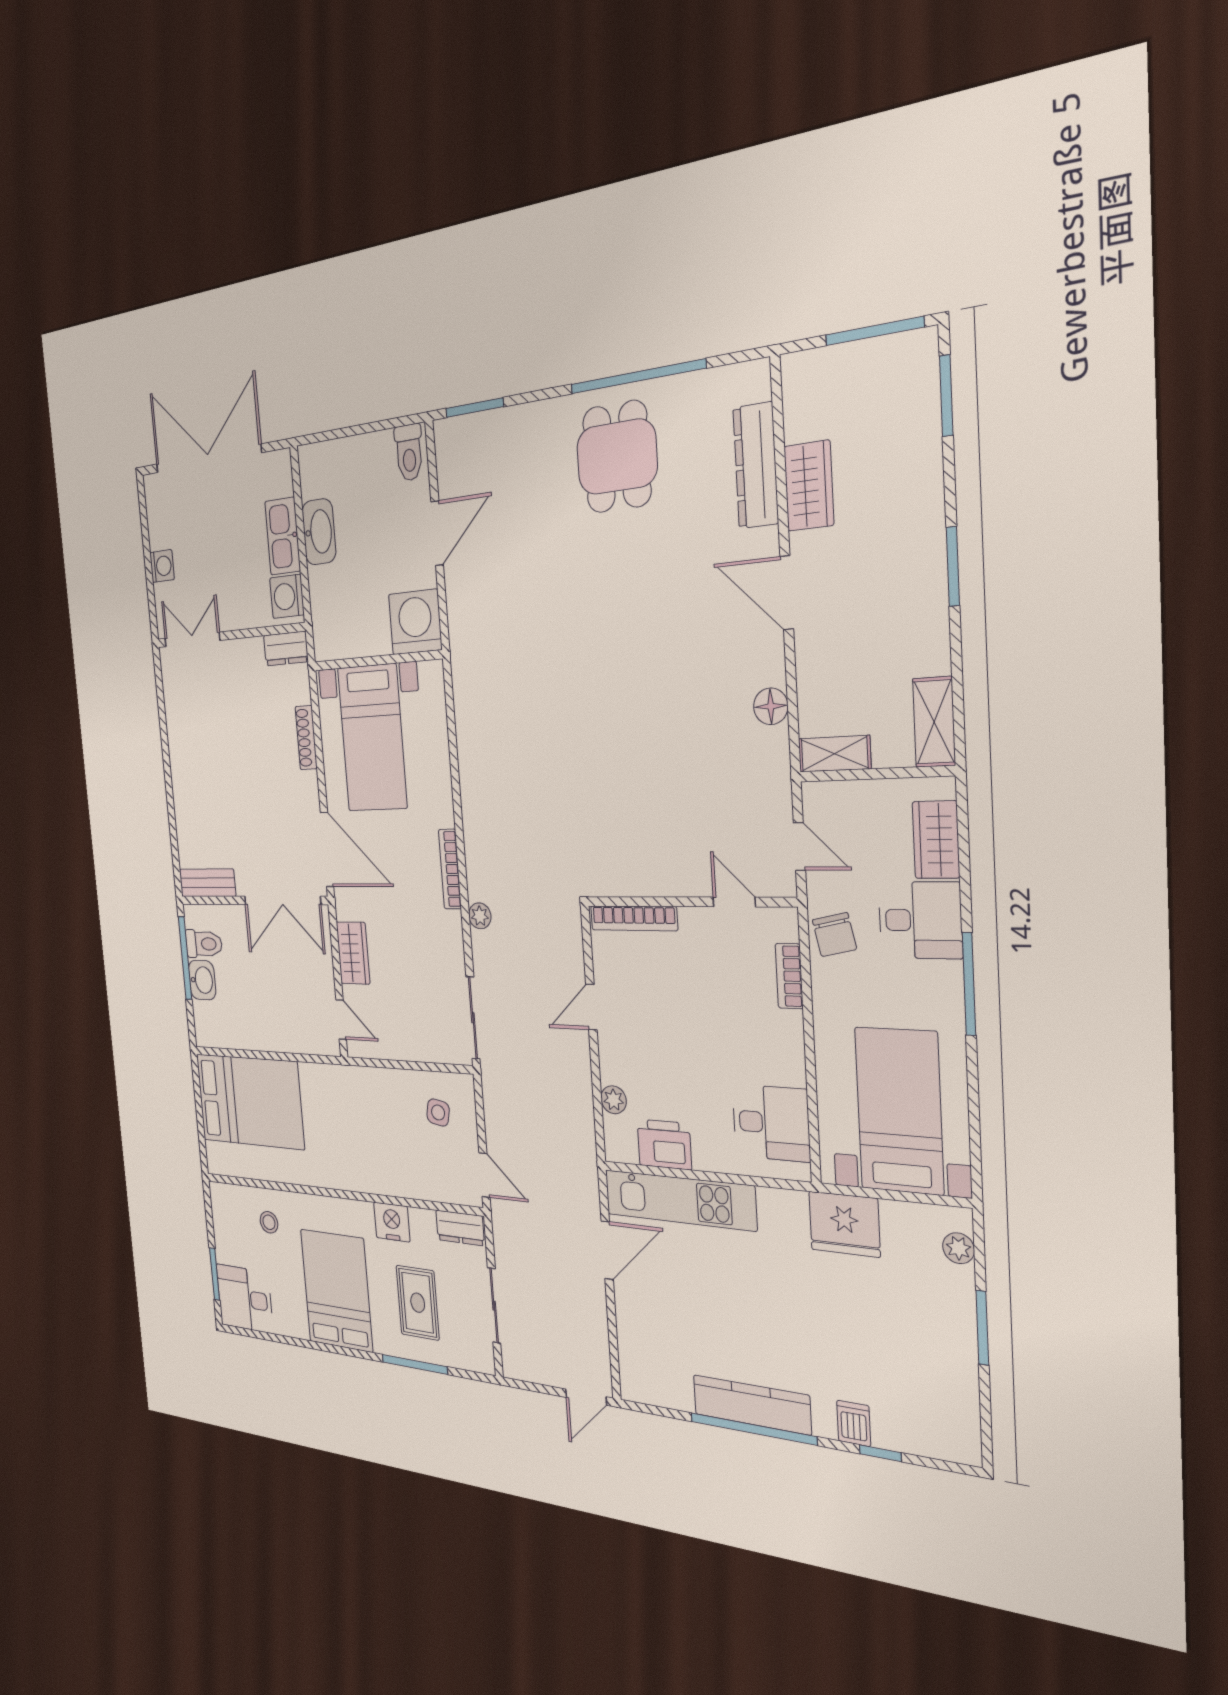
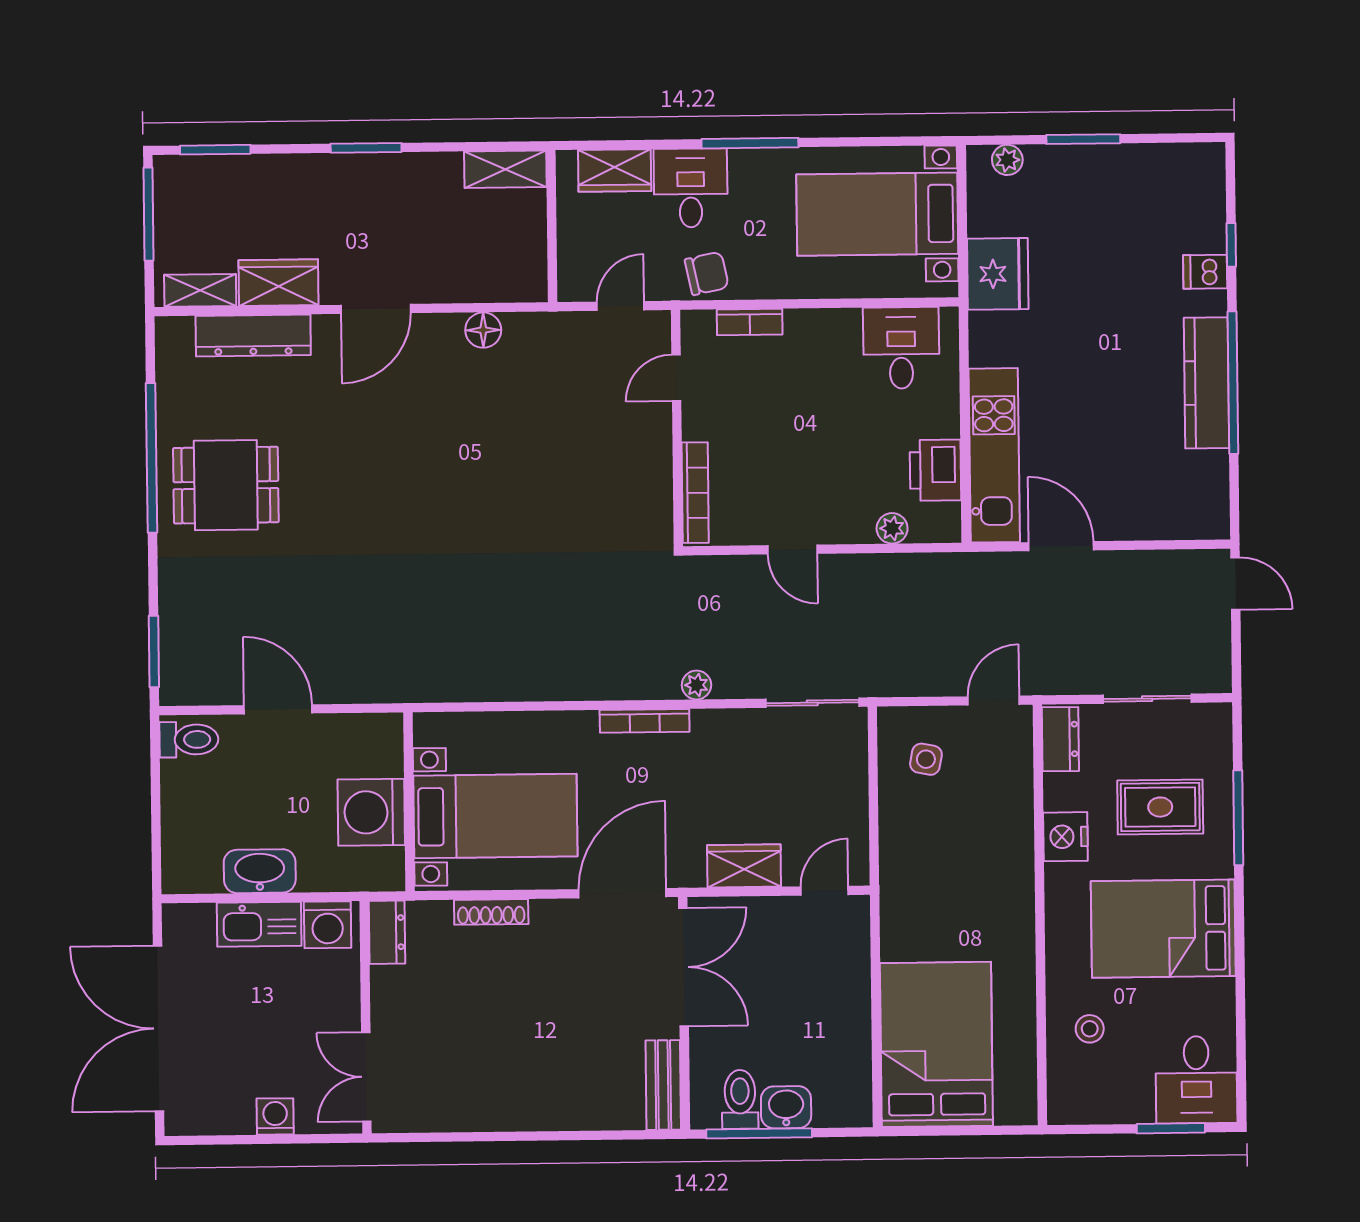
washing machine: (415, 622) -> (371, 812), moved
shelving: (835, 754) -> (200, 290), moved, turned 90

